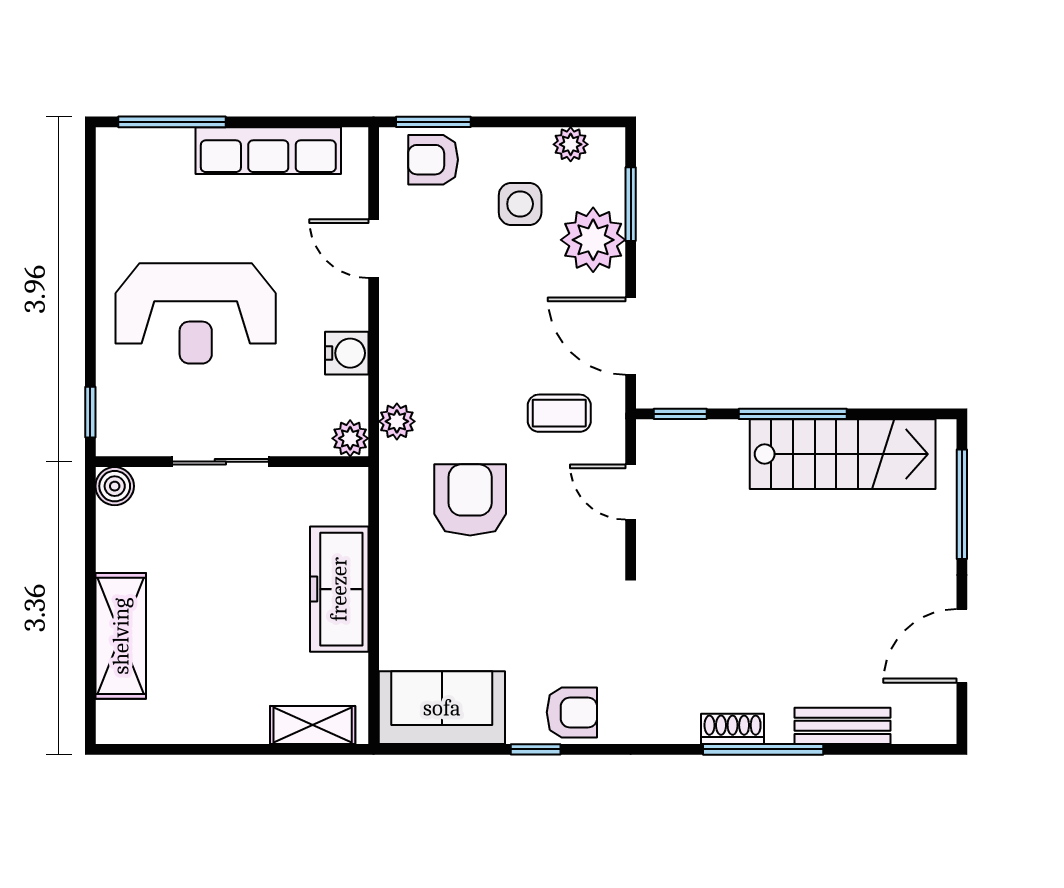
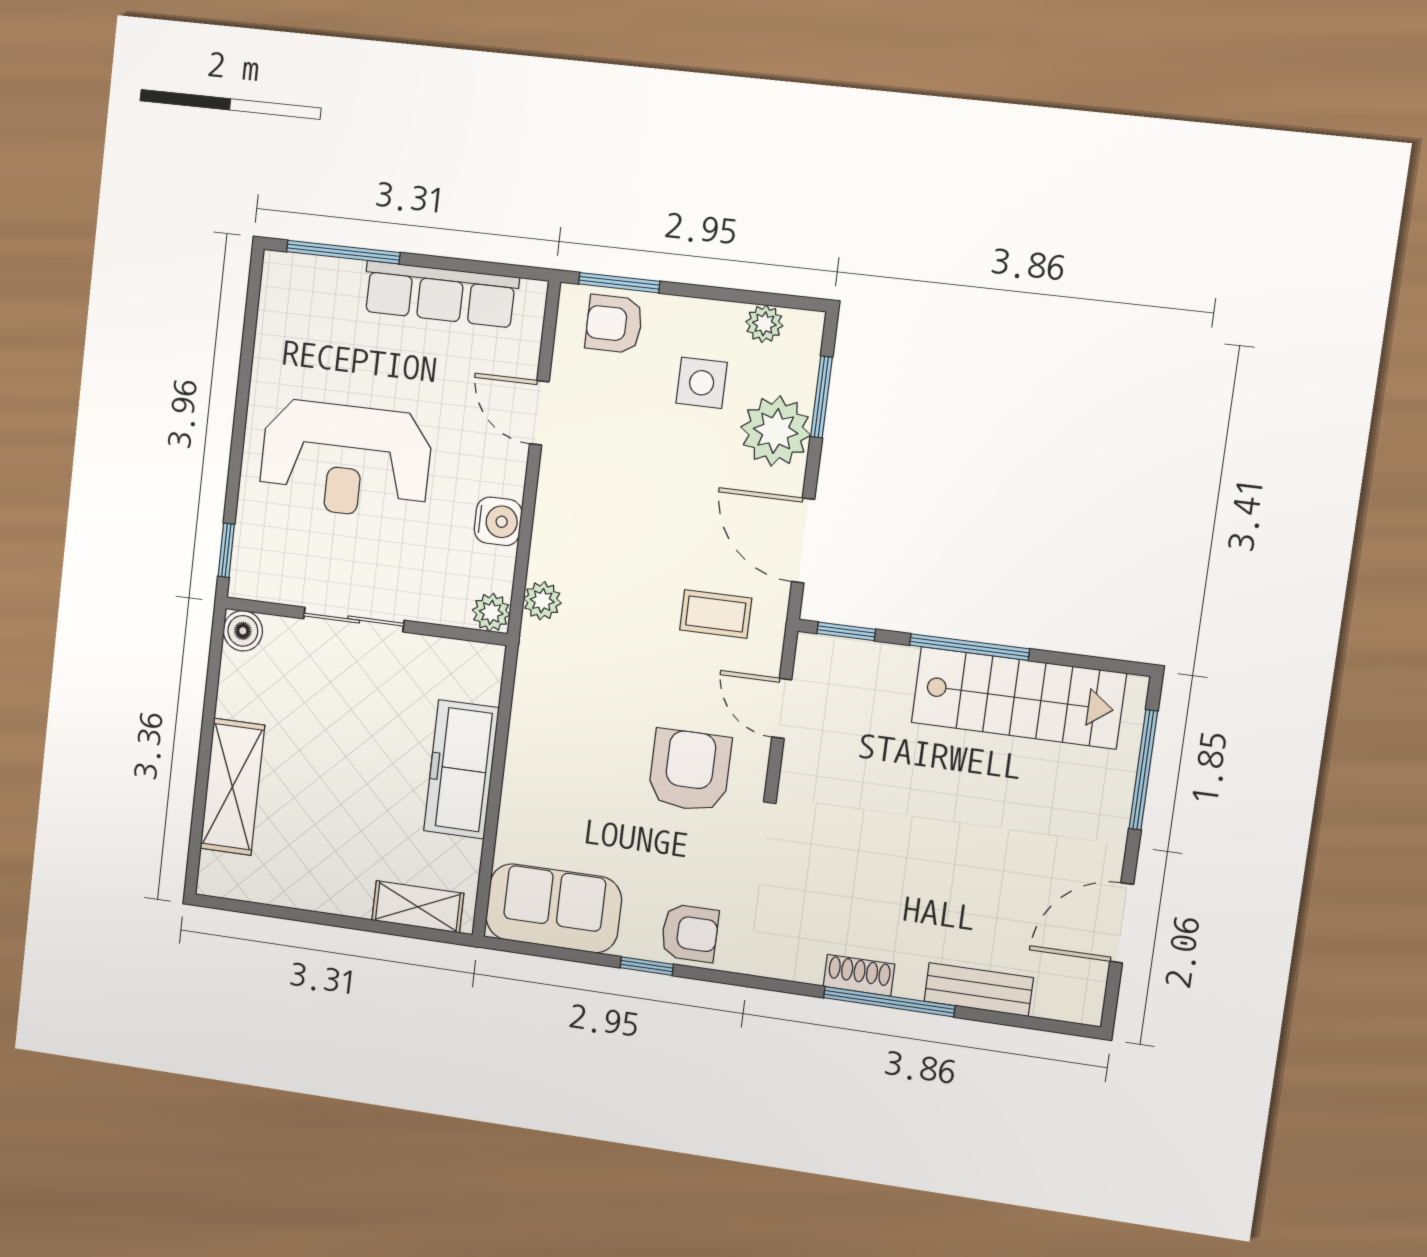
armchair: (470, 500) -> (690, 770), moved

